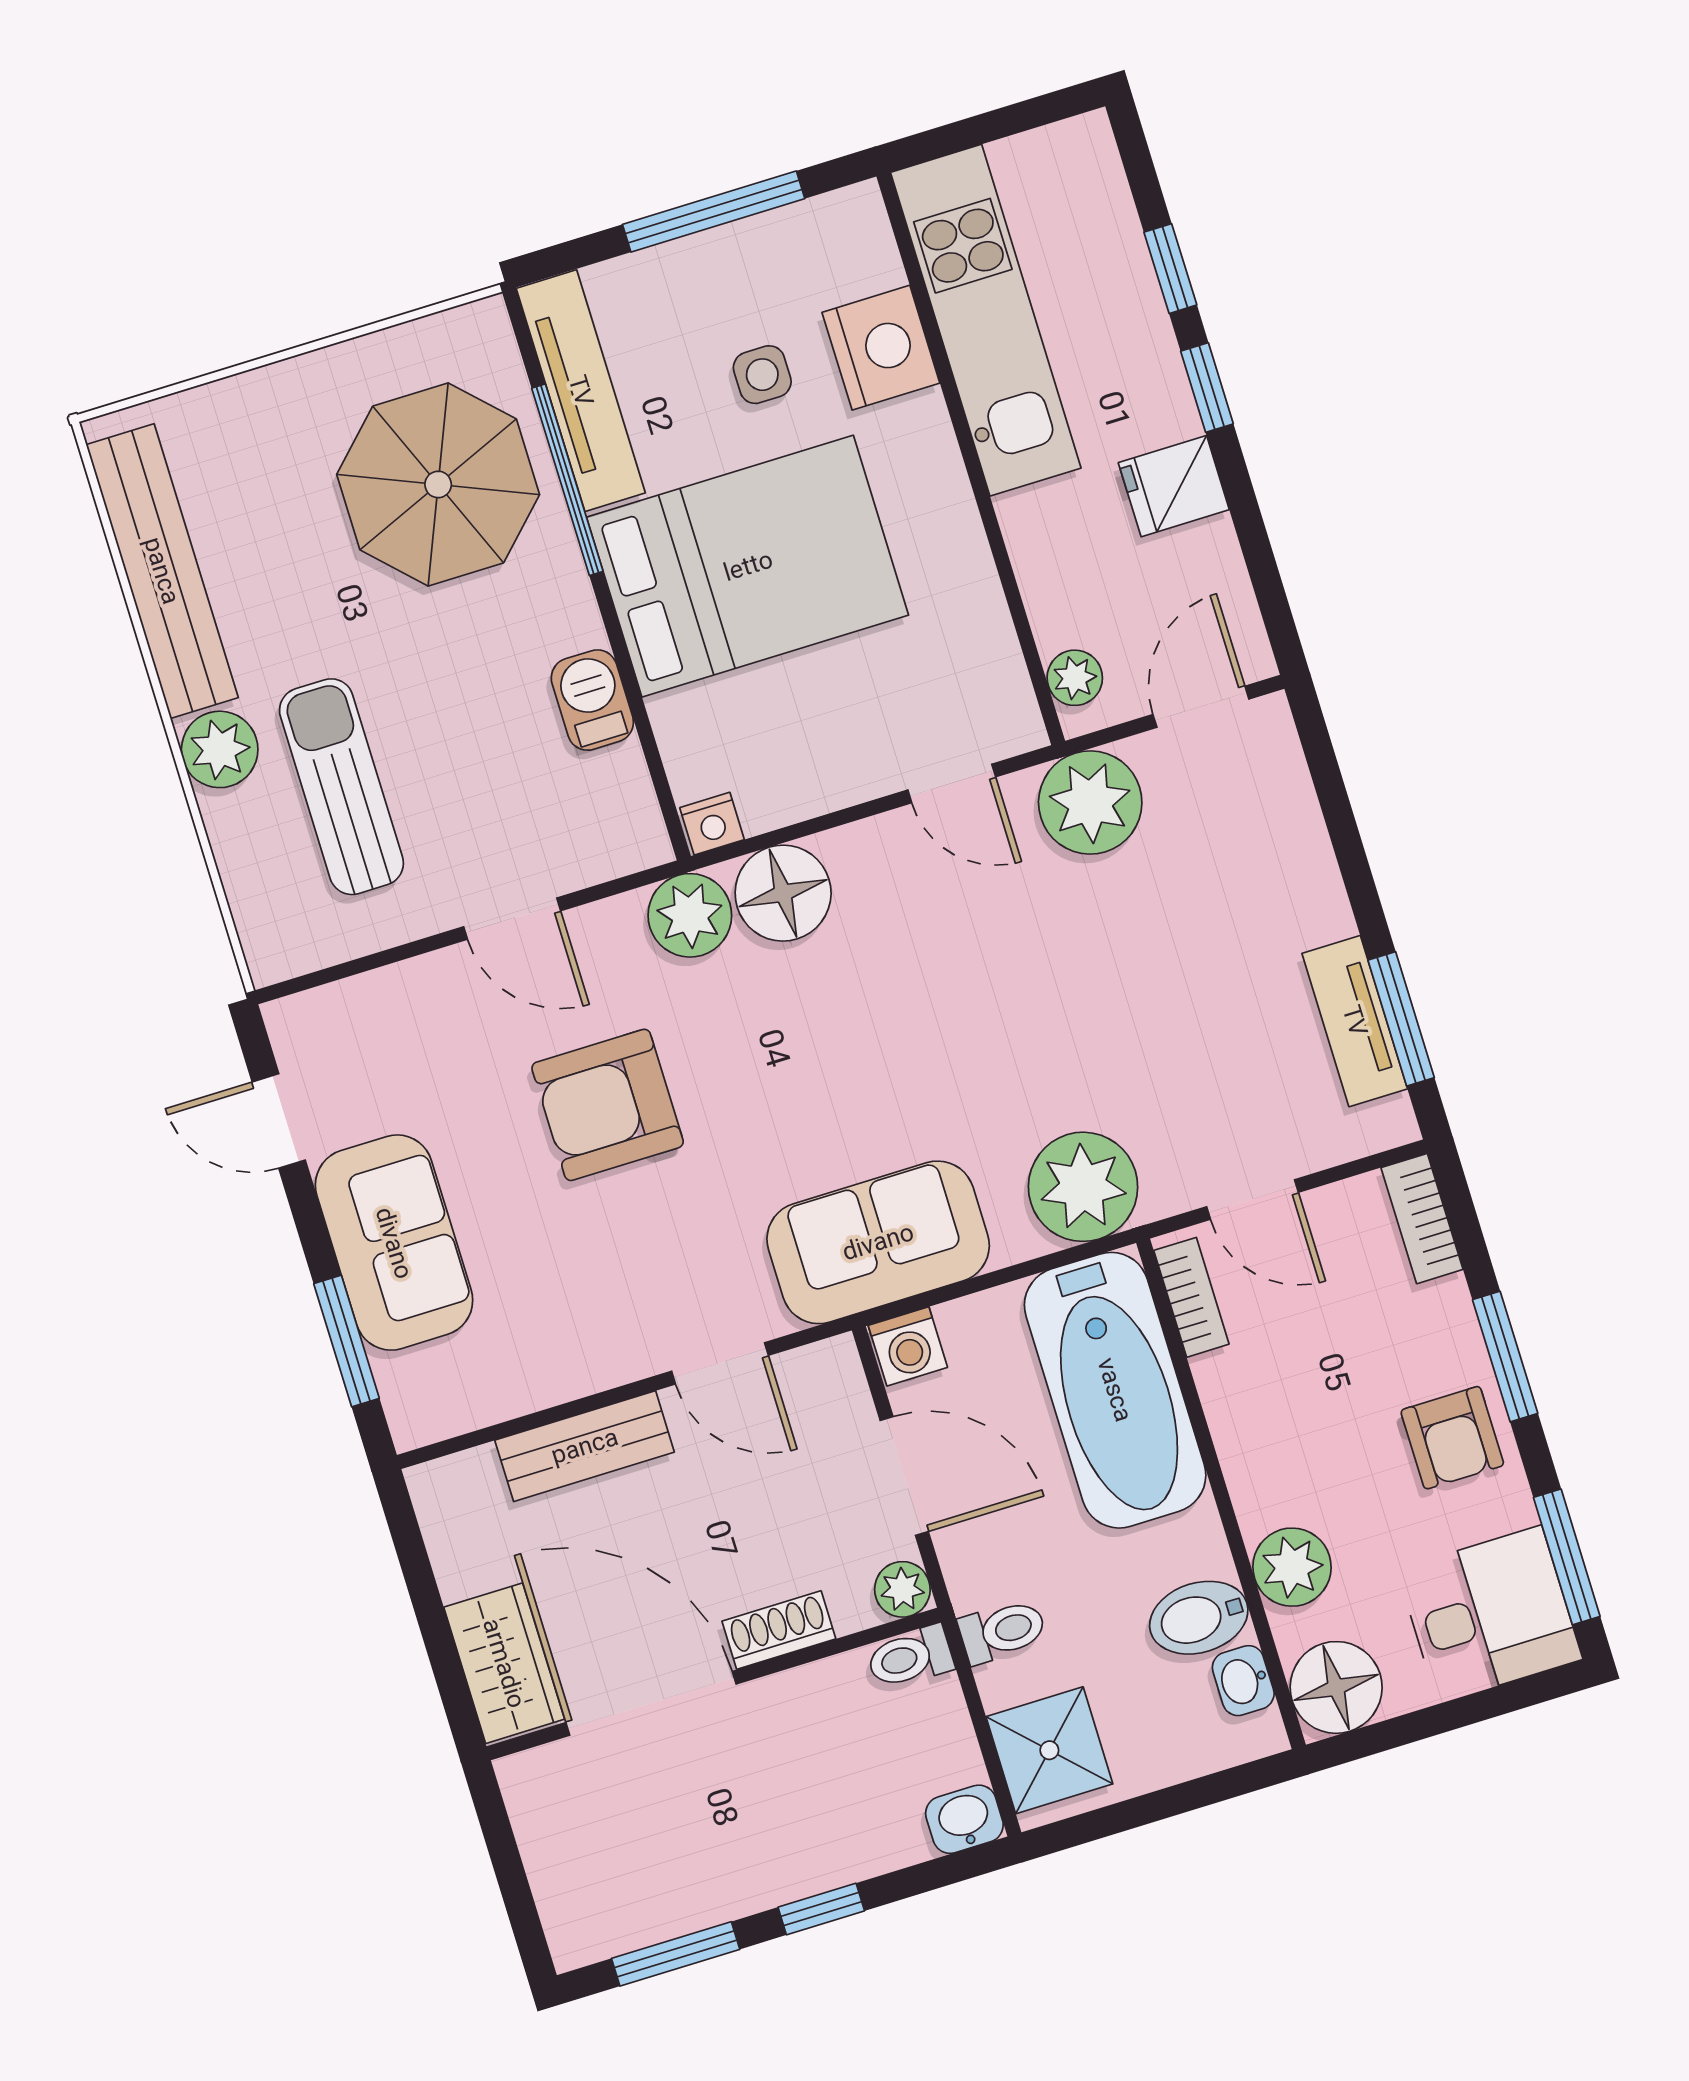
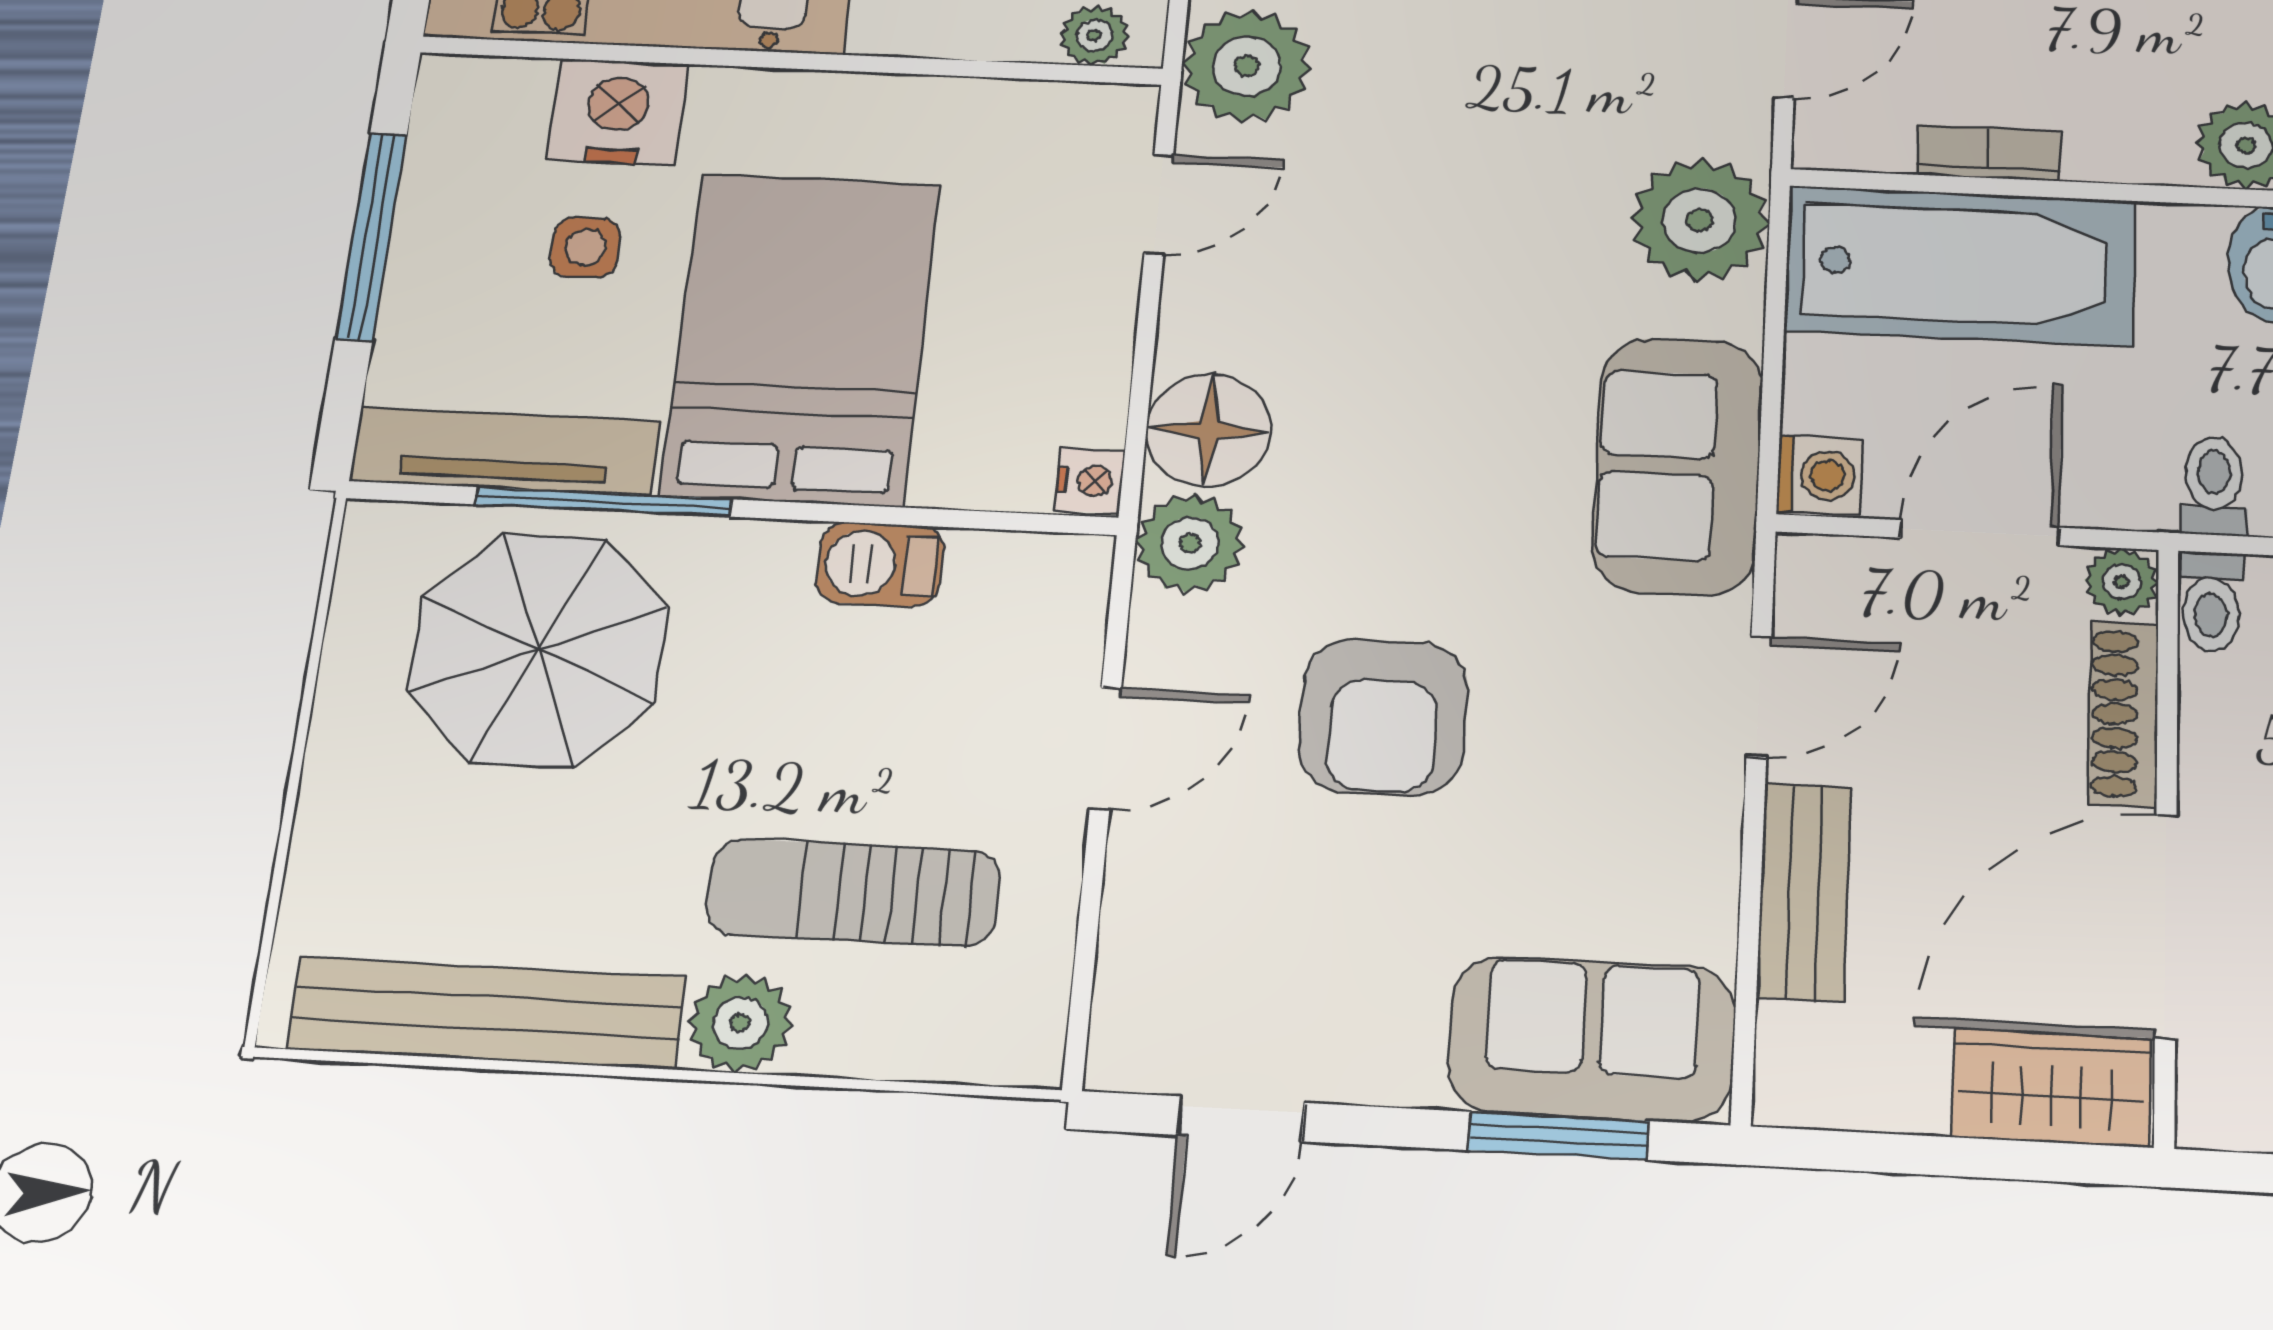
sofa: (394, 1243) -> (1592, 1039), moved
bookcase: (1191, 1297) -> (1988, 153), moved
shoe rack: (779, 1630) -> (2124, 714), width x1.43

